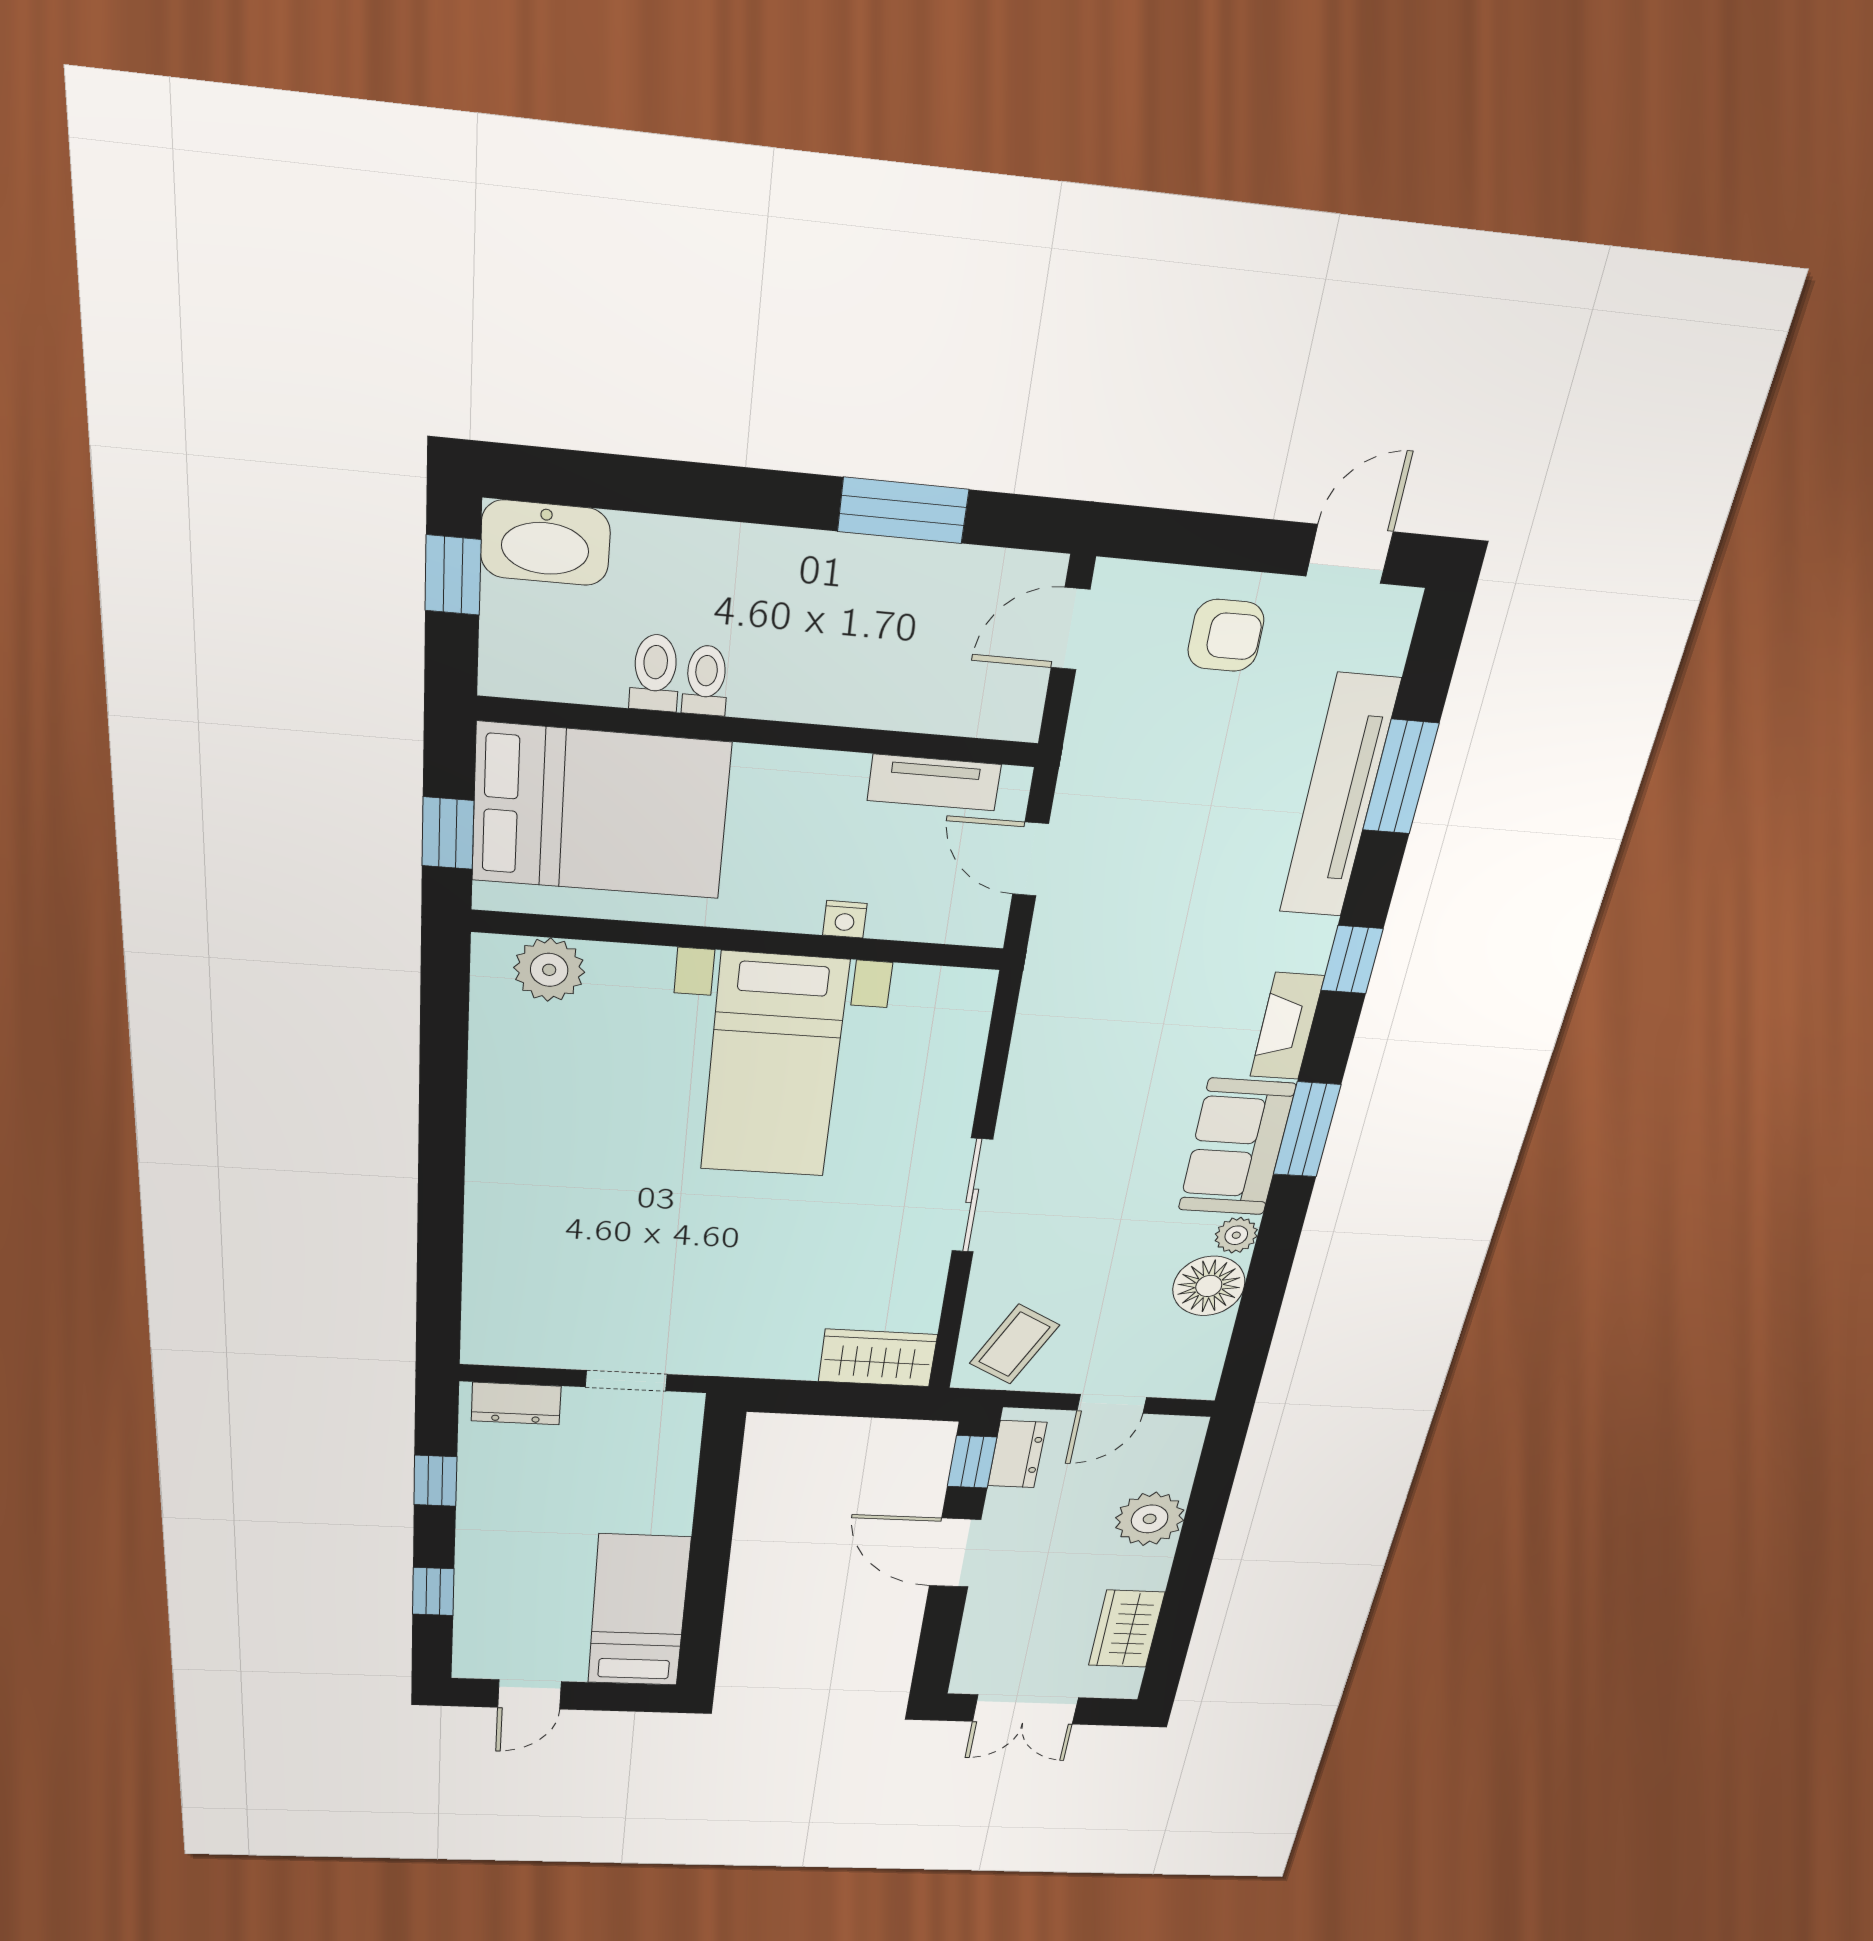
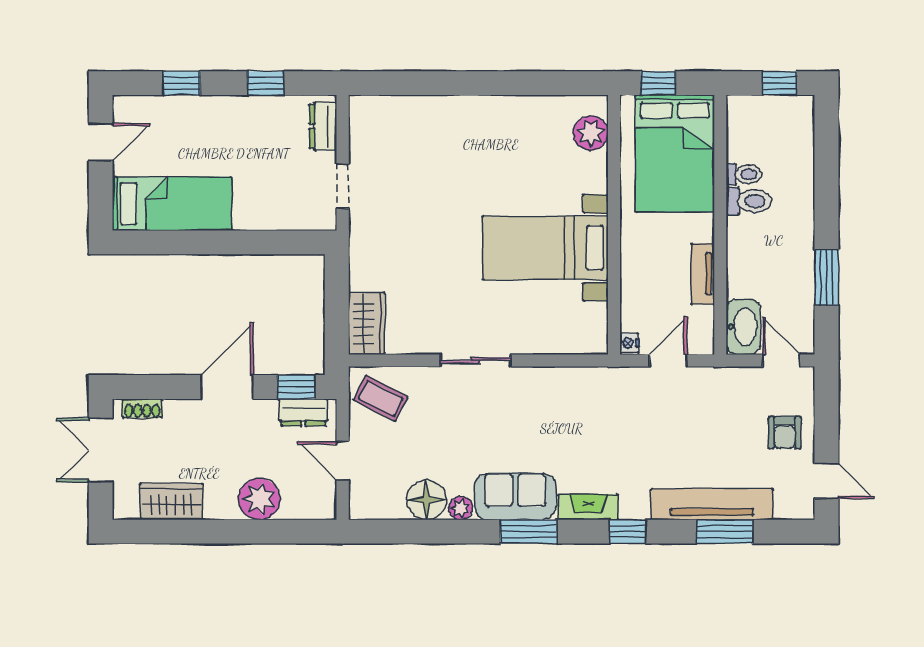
washbasin: (545, 543) -> (743, 327), moved, turned 180
toilet: (706, 680) -> (749, 201), width x1.37, depth x1.39
tv unit: (934, 782) -> (703, 274), moved
nightstand: (845, 919) -> (629, 343), moved
shoe rack: (970, 1659) -> (142, 408), added
door: (529, 1695) -> (101, 142), swing flipped

